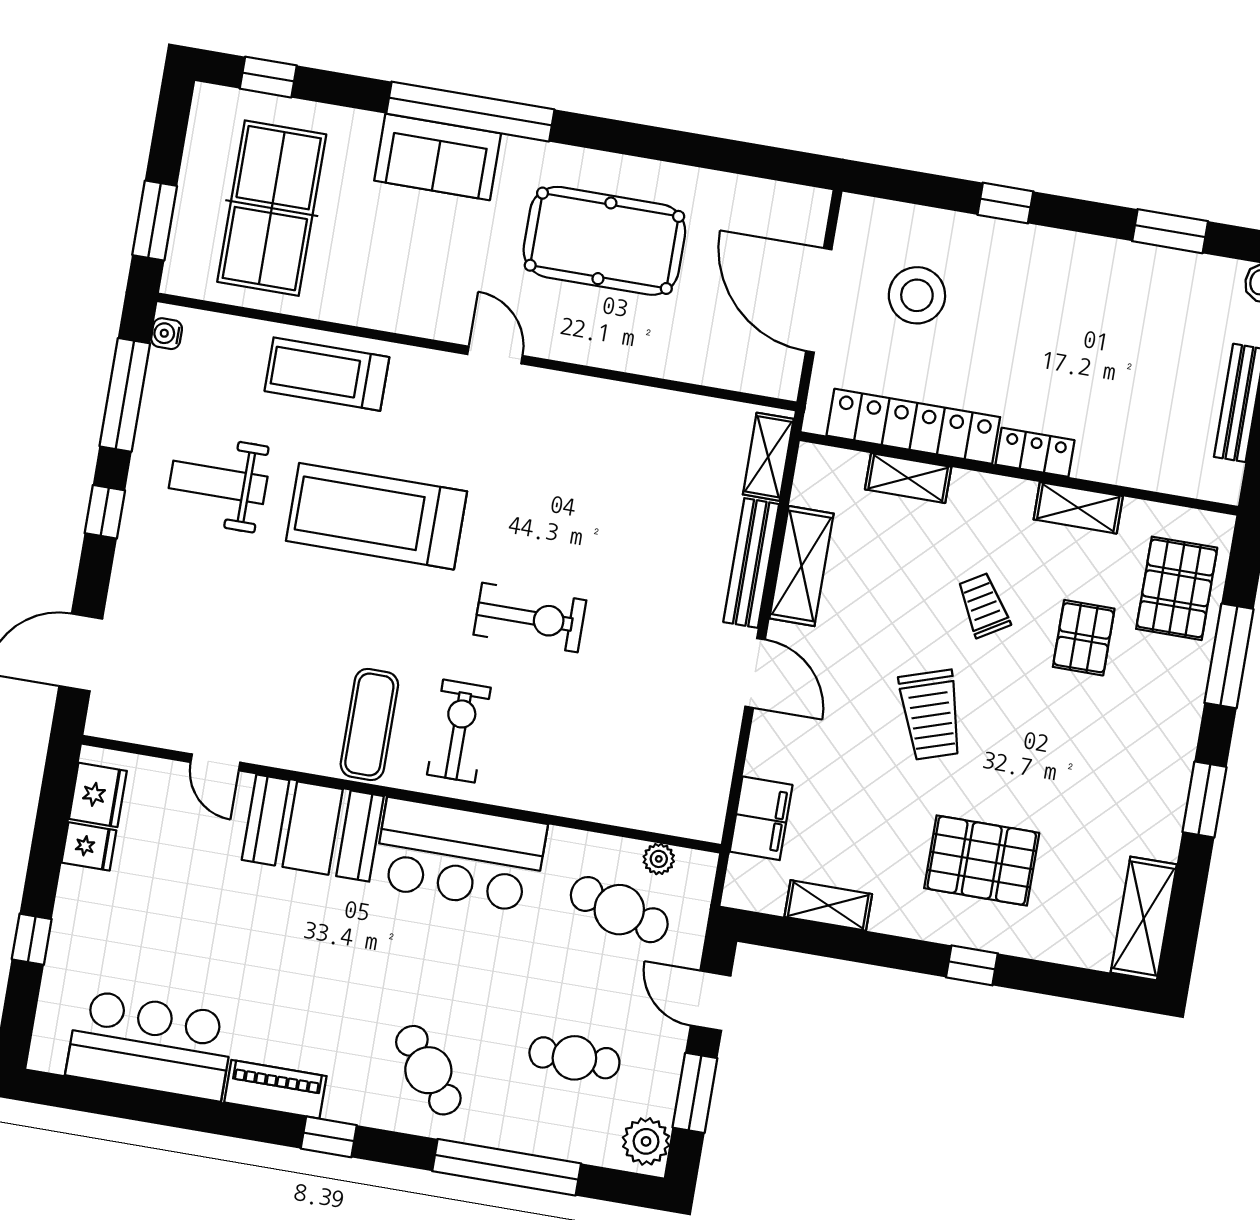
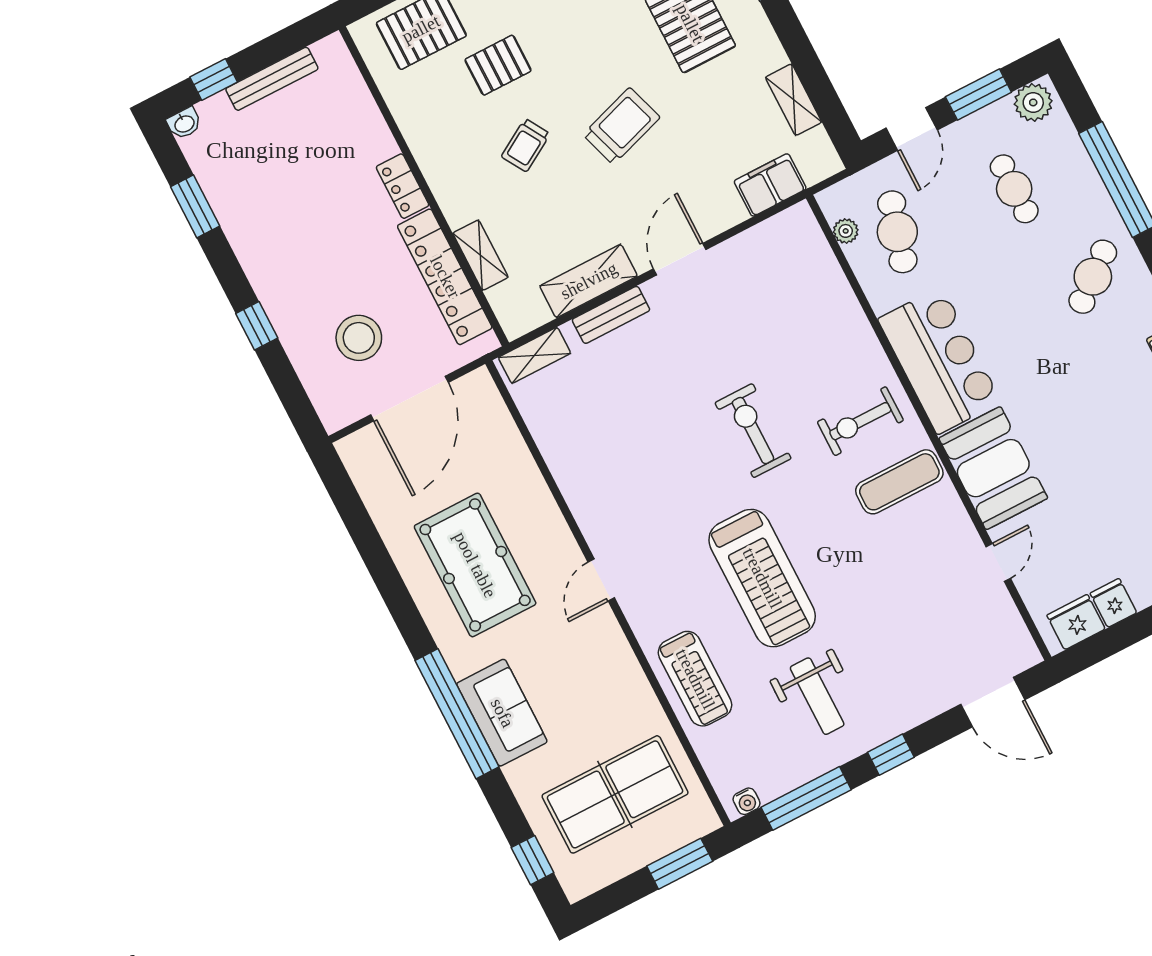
shelving: (1078, 508) -> (417, 132), removed
bench: (751, 563) -> (611, 315), width x0.73

